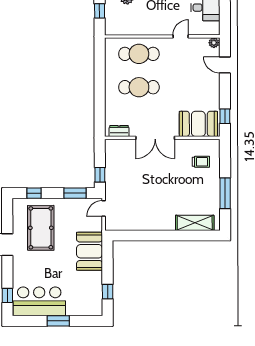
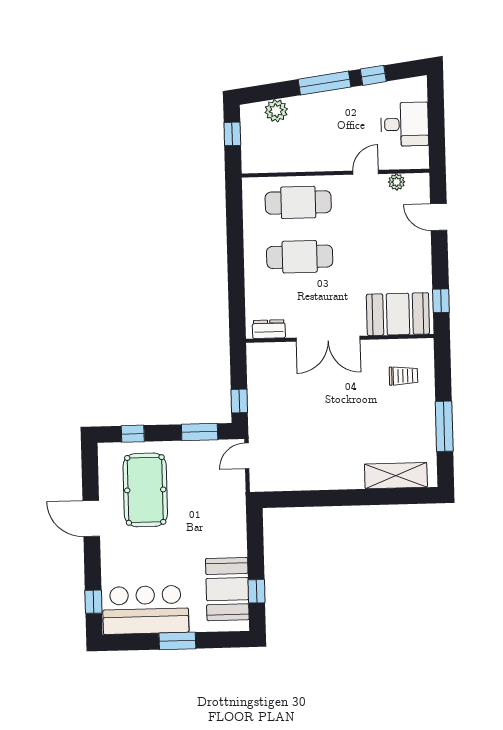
plant: (214, 43) -> (397, 182), moved
booth: (90, 251) -> (227, 589), moved

